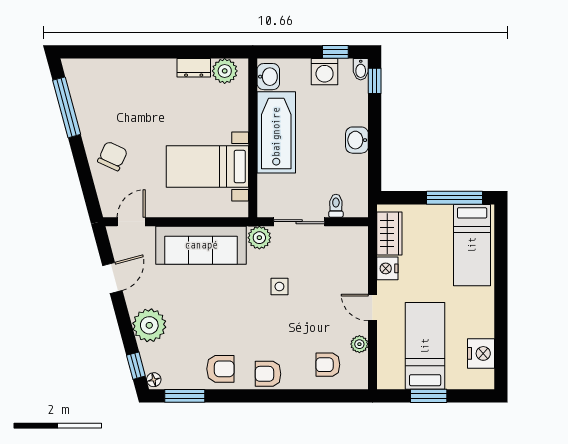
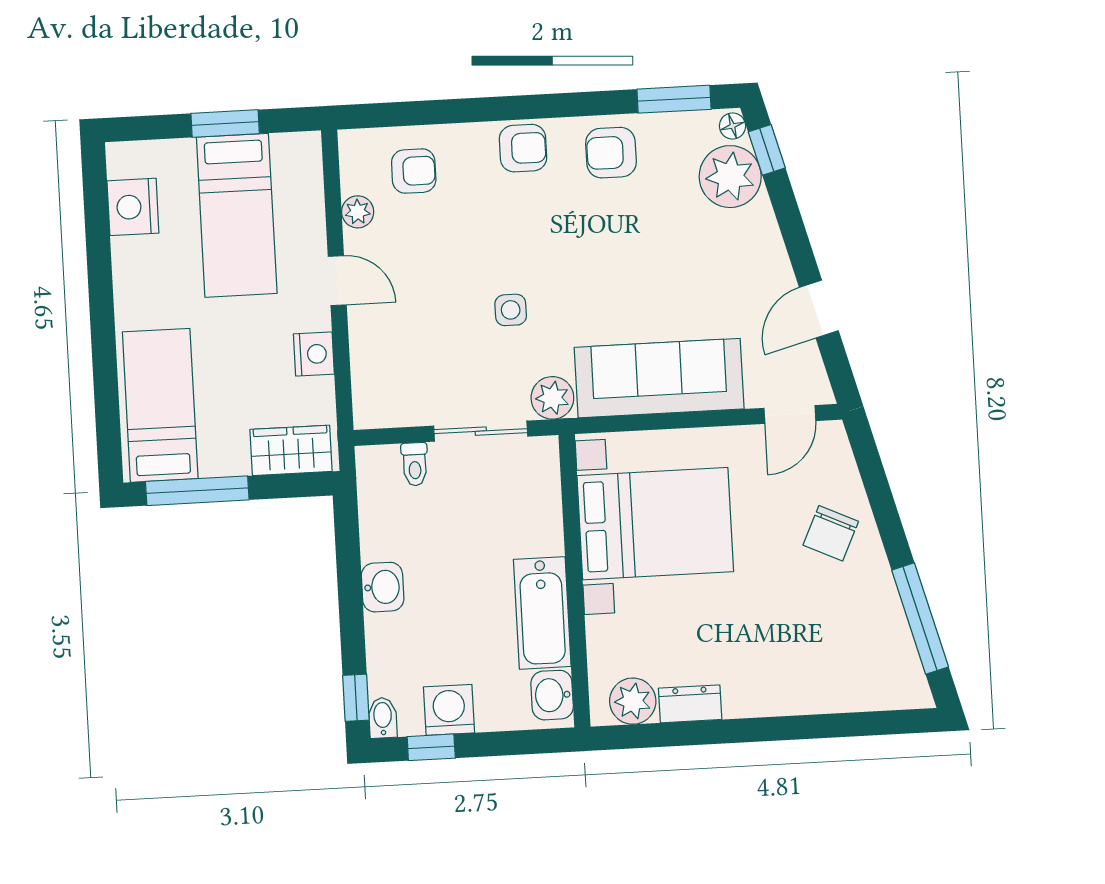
bathtub: (276, 132) -> (542, 613), width x0.73, depth x0.73
bed with nightstands: (207, 166) -> (655, 524), width x1.36
wardrobe: (389, 234) -> (291, 450), moved, turned 90
plant: (149, 325) -> (730, 177), moved

